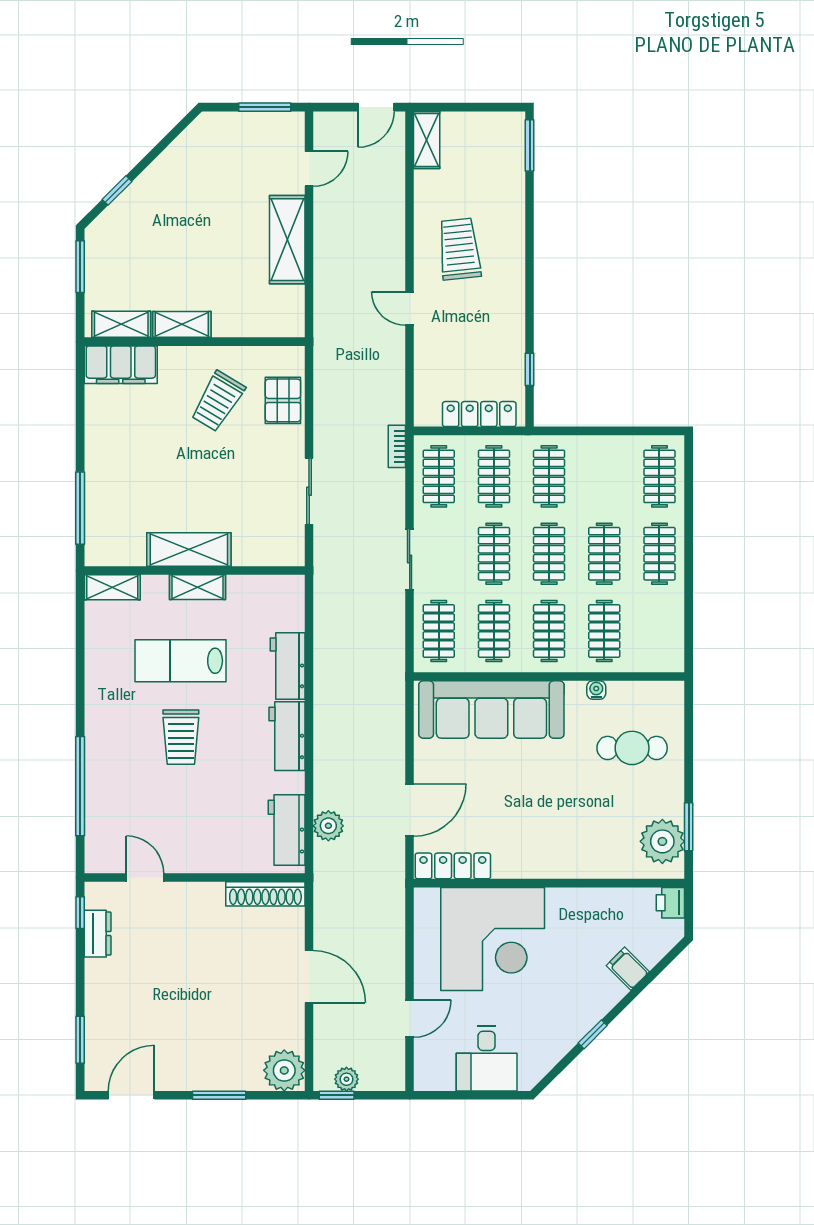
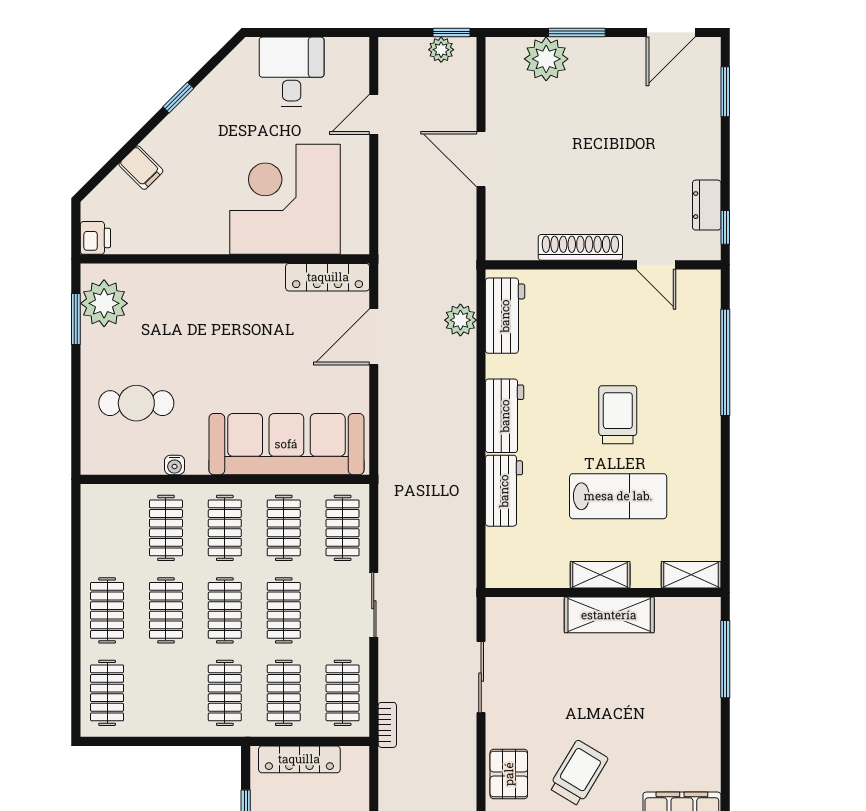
shoe rack: (265, 894) -> (580, 247), moved
plant: (284, 1070) -> (546, 59), moved

